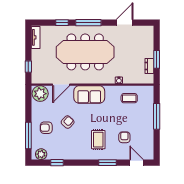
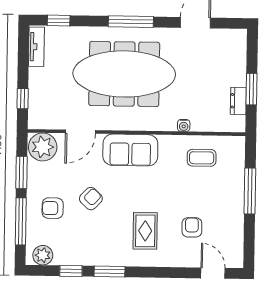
window: (62, 23) -> (59, 21), moved
window: (28, 108) -> (22, 173), added
window: (107, 163) -> (109, 271), moved

